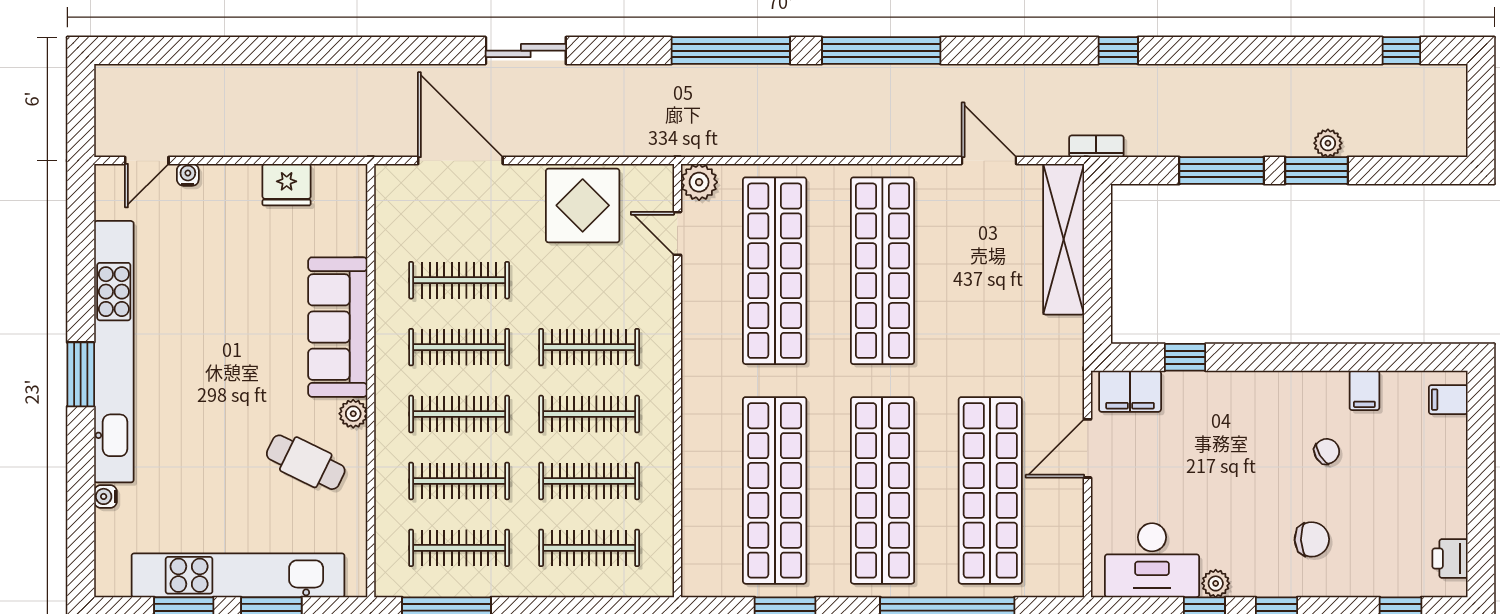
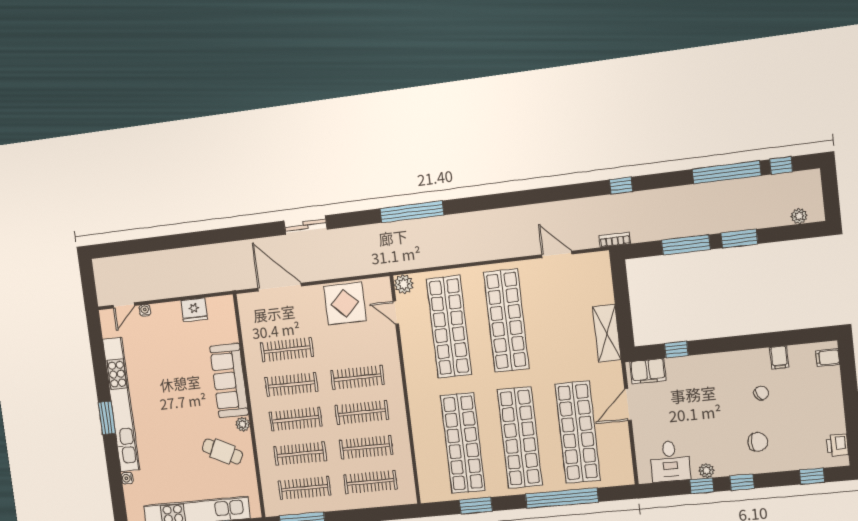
window: (881, 51) -> (727, 172), moved
plant: (1328, 143) -> (799, 216), moved
shelving: (1064, 239) -> (607, 333), moved, width x0.68
desk: (1152, 560) -> (670, 461), width x0.73

